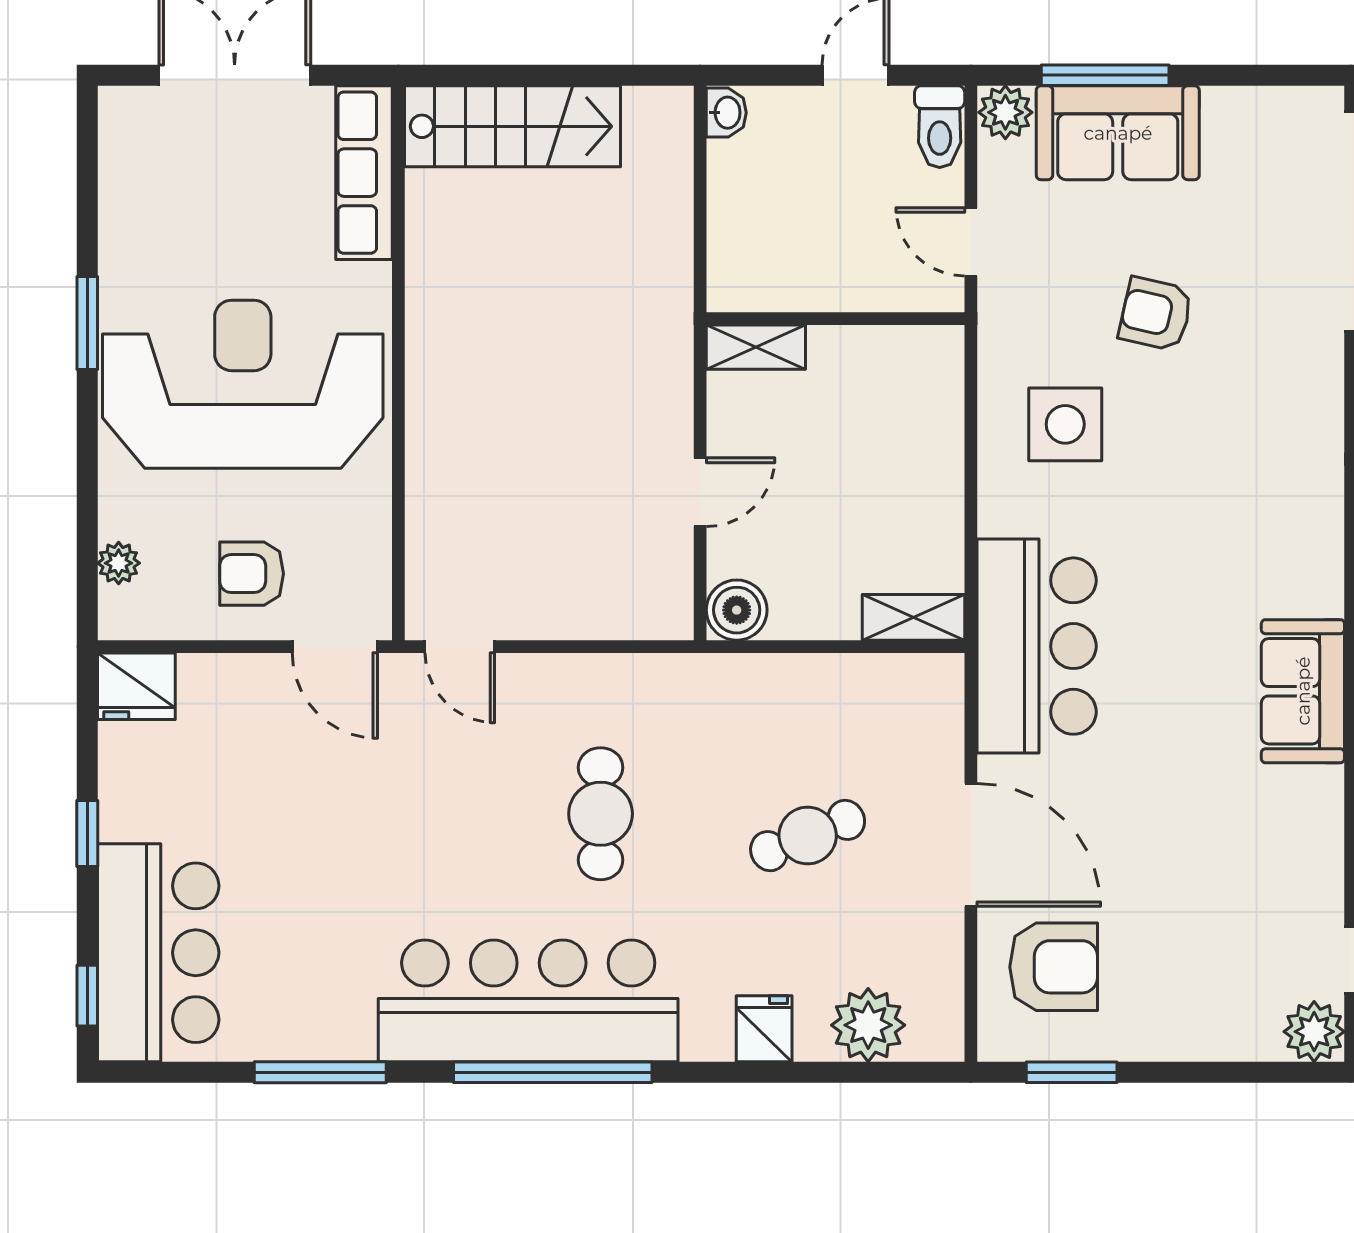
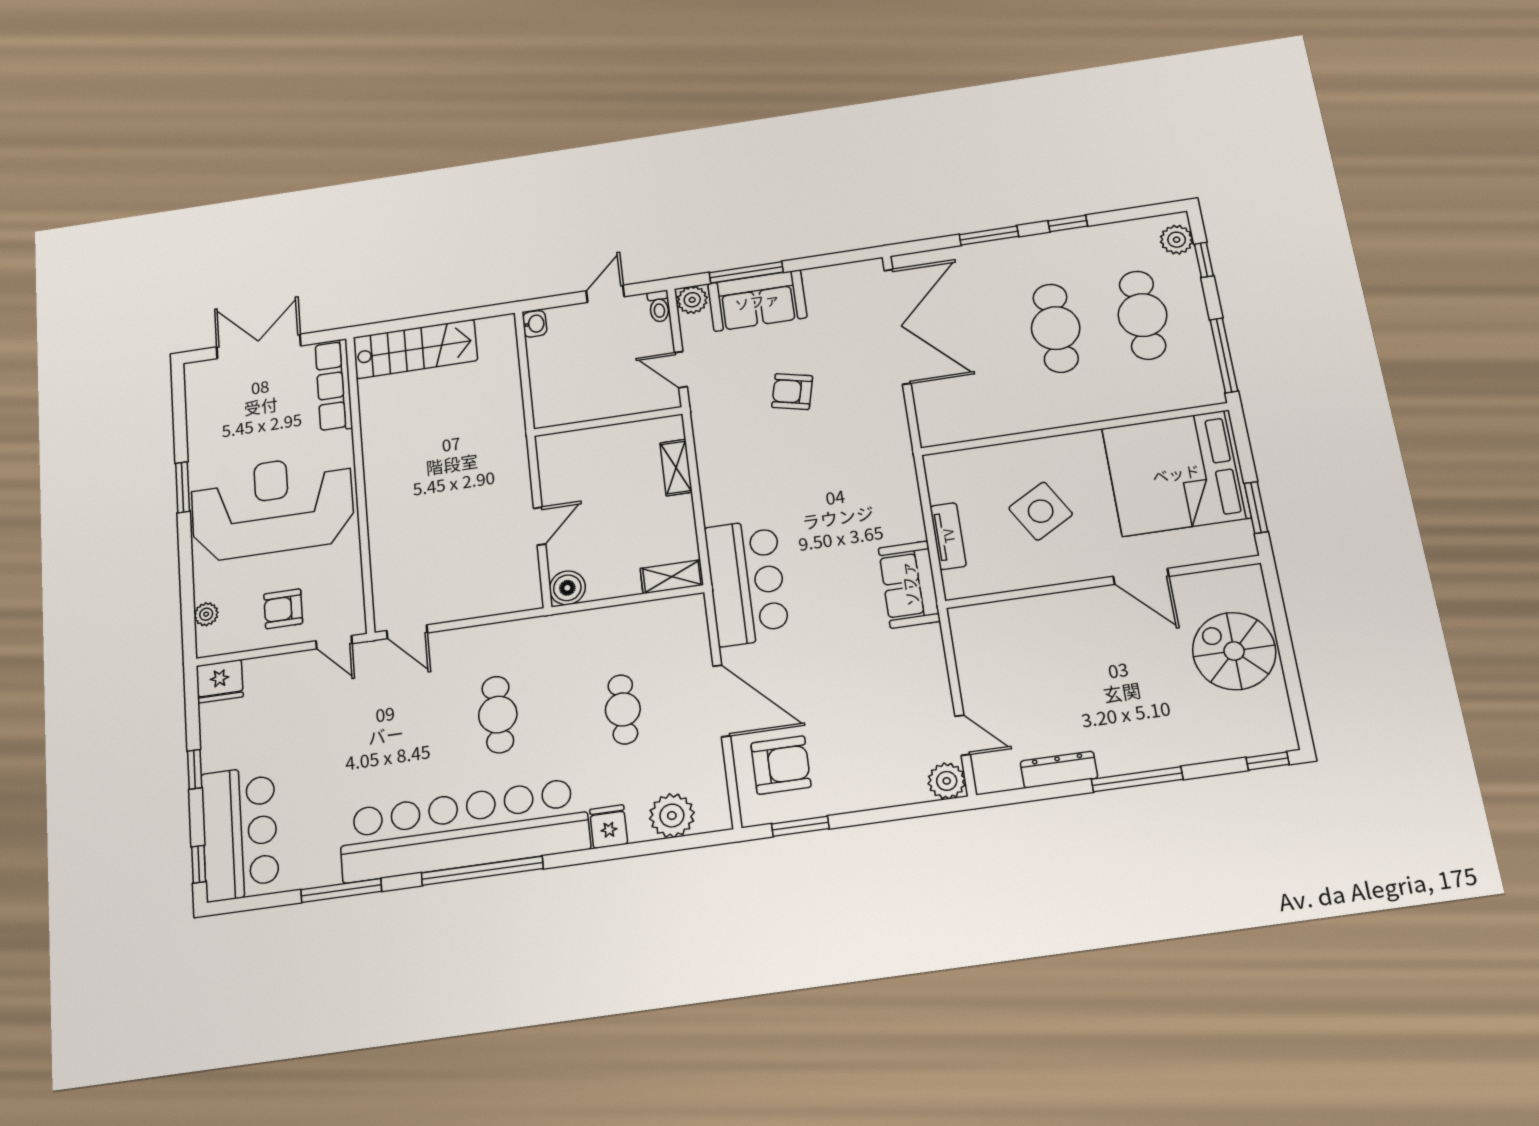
toilet: (940, 127) -> (659, 306), width x0.73, depth x0.72
shelving: (756, 347) -> (676, 468), moved, turned 90
side table: (1065, 424) -> (748, 458), removed
door: (335, 647) -> (334, 642), width x0.73
cafe table: (808, 836) -> (623, 709), turned -68
bar counter: (528, 1001) -> (464, 830), width x1.36

